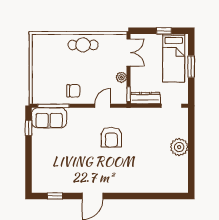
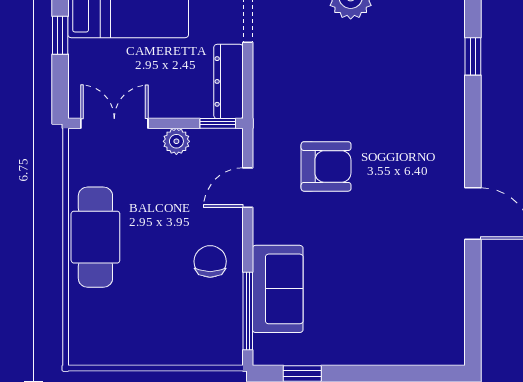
cafe table: (83, 45) -> (95, 237), width x1.37, depth x1.35
door: (103, 106) -> (248, 188), hinge flipped
sofa: (49, 118) -> (278, 289), moved
window: (55, 196) -> (473, 56), moved

